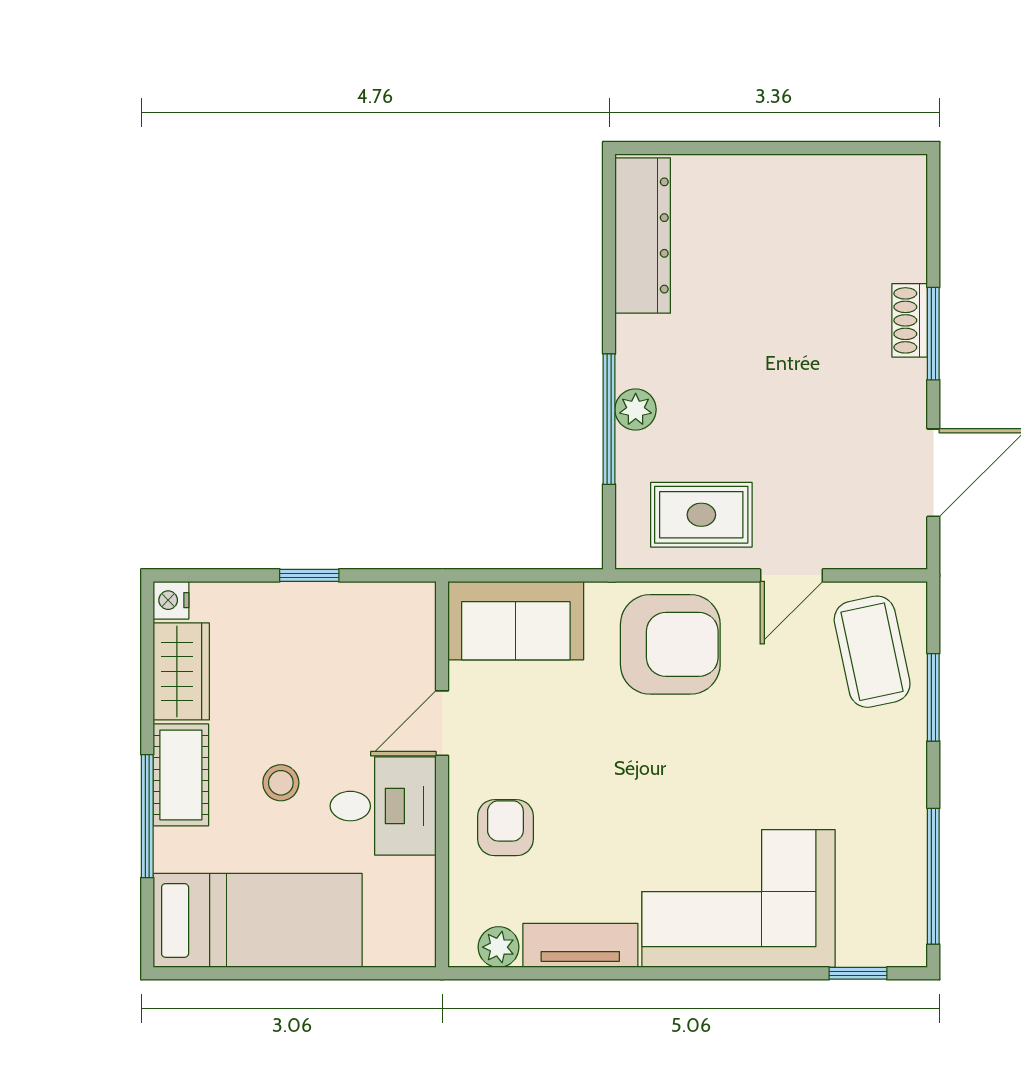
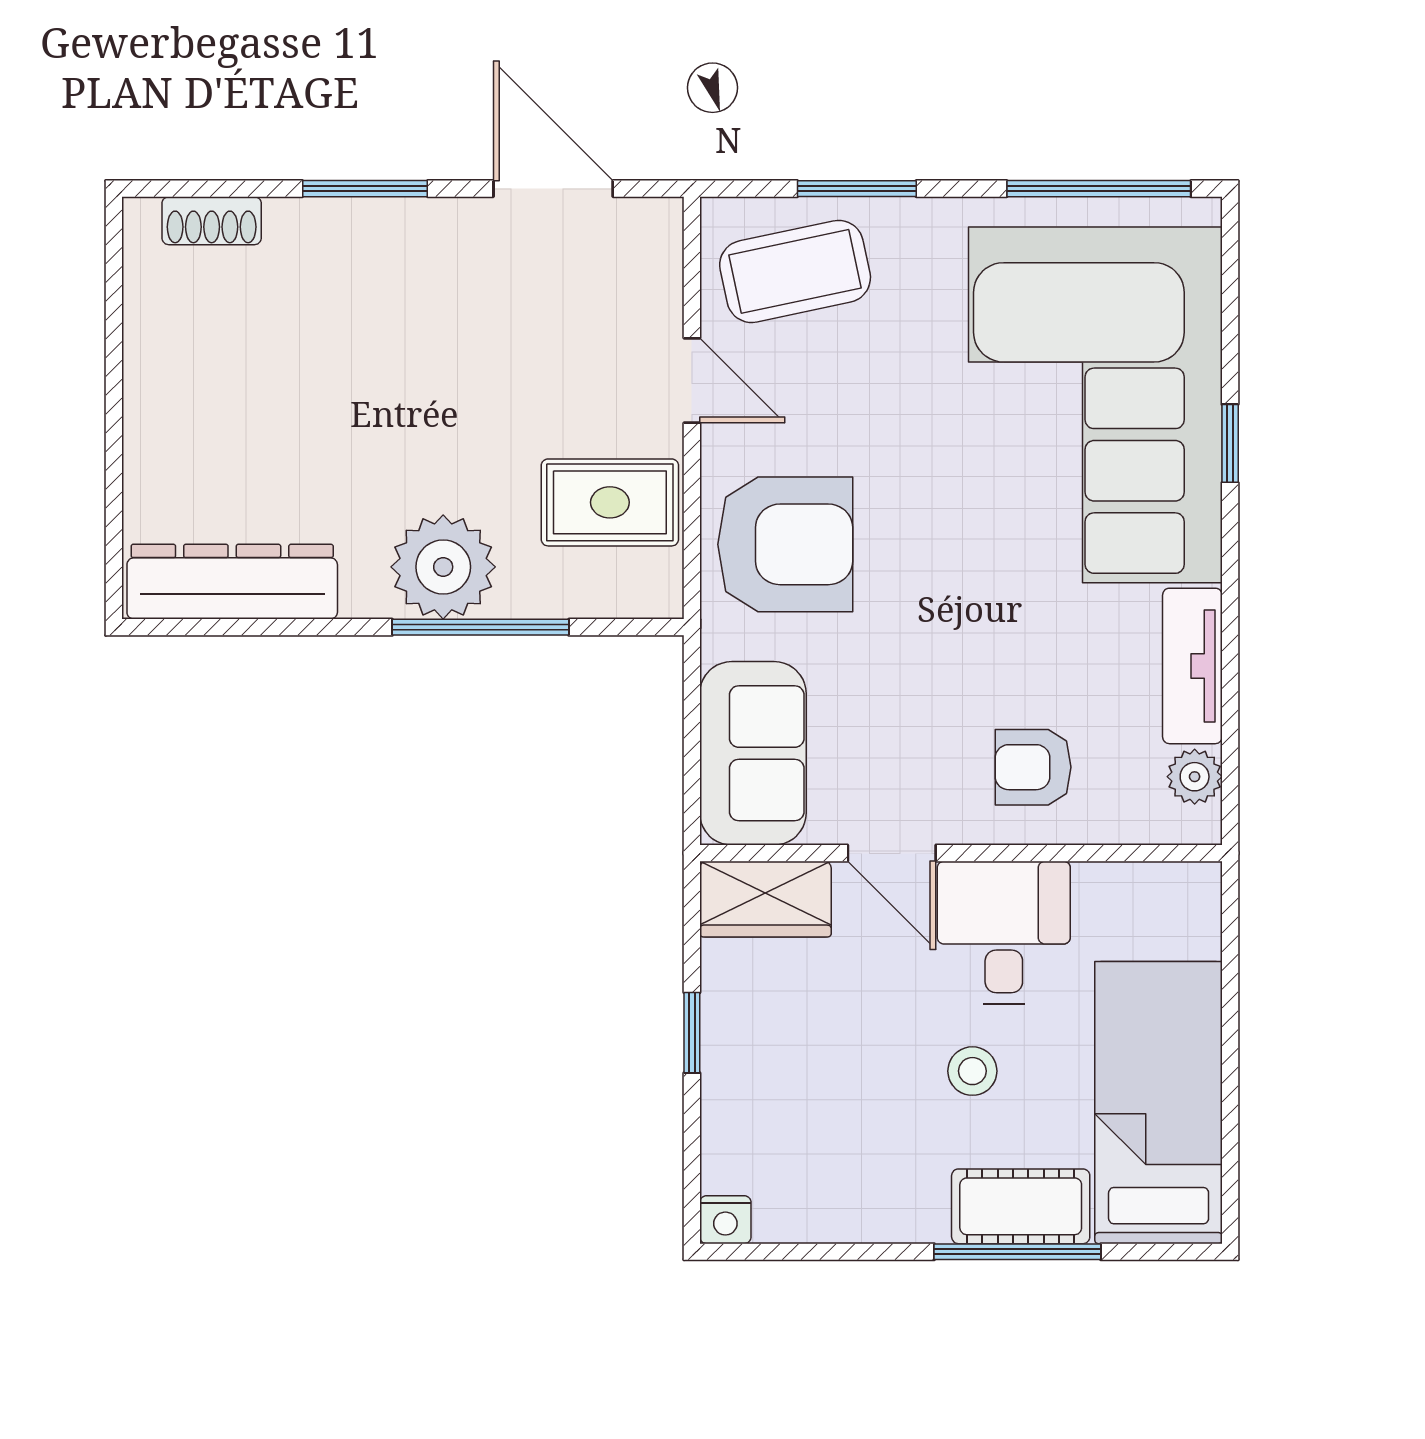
shoe rack: (910, 320) -> (212, 221), moved
plant: (636, 410) -> (443, 567), width x1.88, depth x1.88
rug: (701, 515) -> (610, 502), turned 90
armchair: (670, 644) -> (785, 544), turned 90
wardrobe: (181, 671) -> (765, 899), moved, turned 180
cot: (181, 775) -> (1021, 1206), moved
corner sofa: (738, 898) -> (1095, 405), width x1.36, depth x1.36
window: (858, 973) -> (1230, 443), moved

